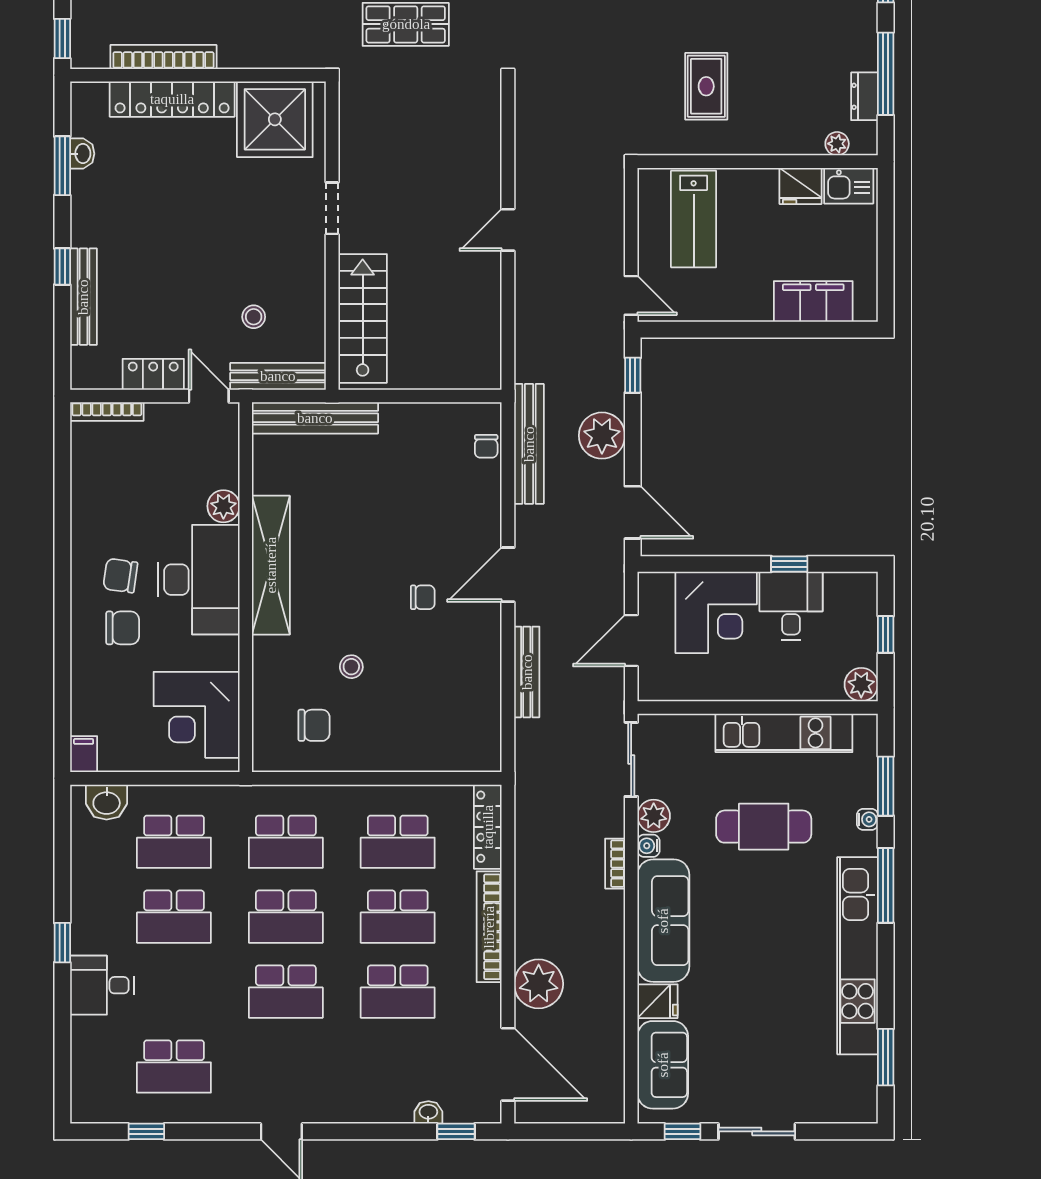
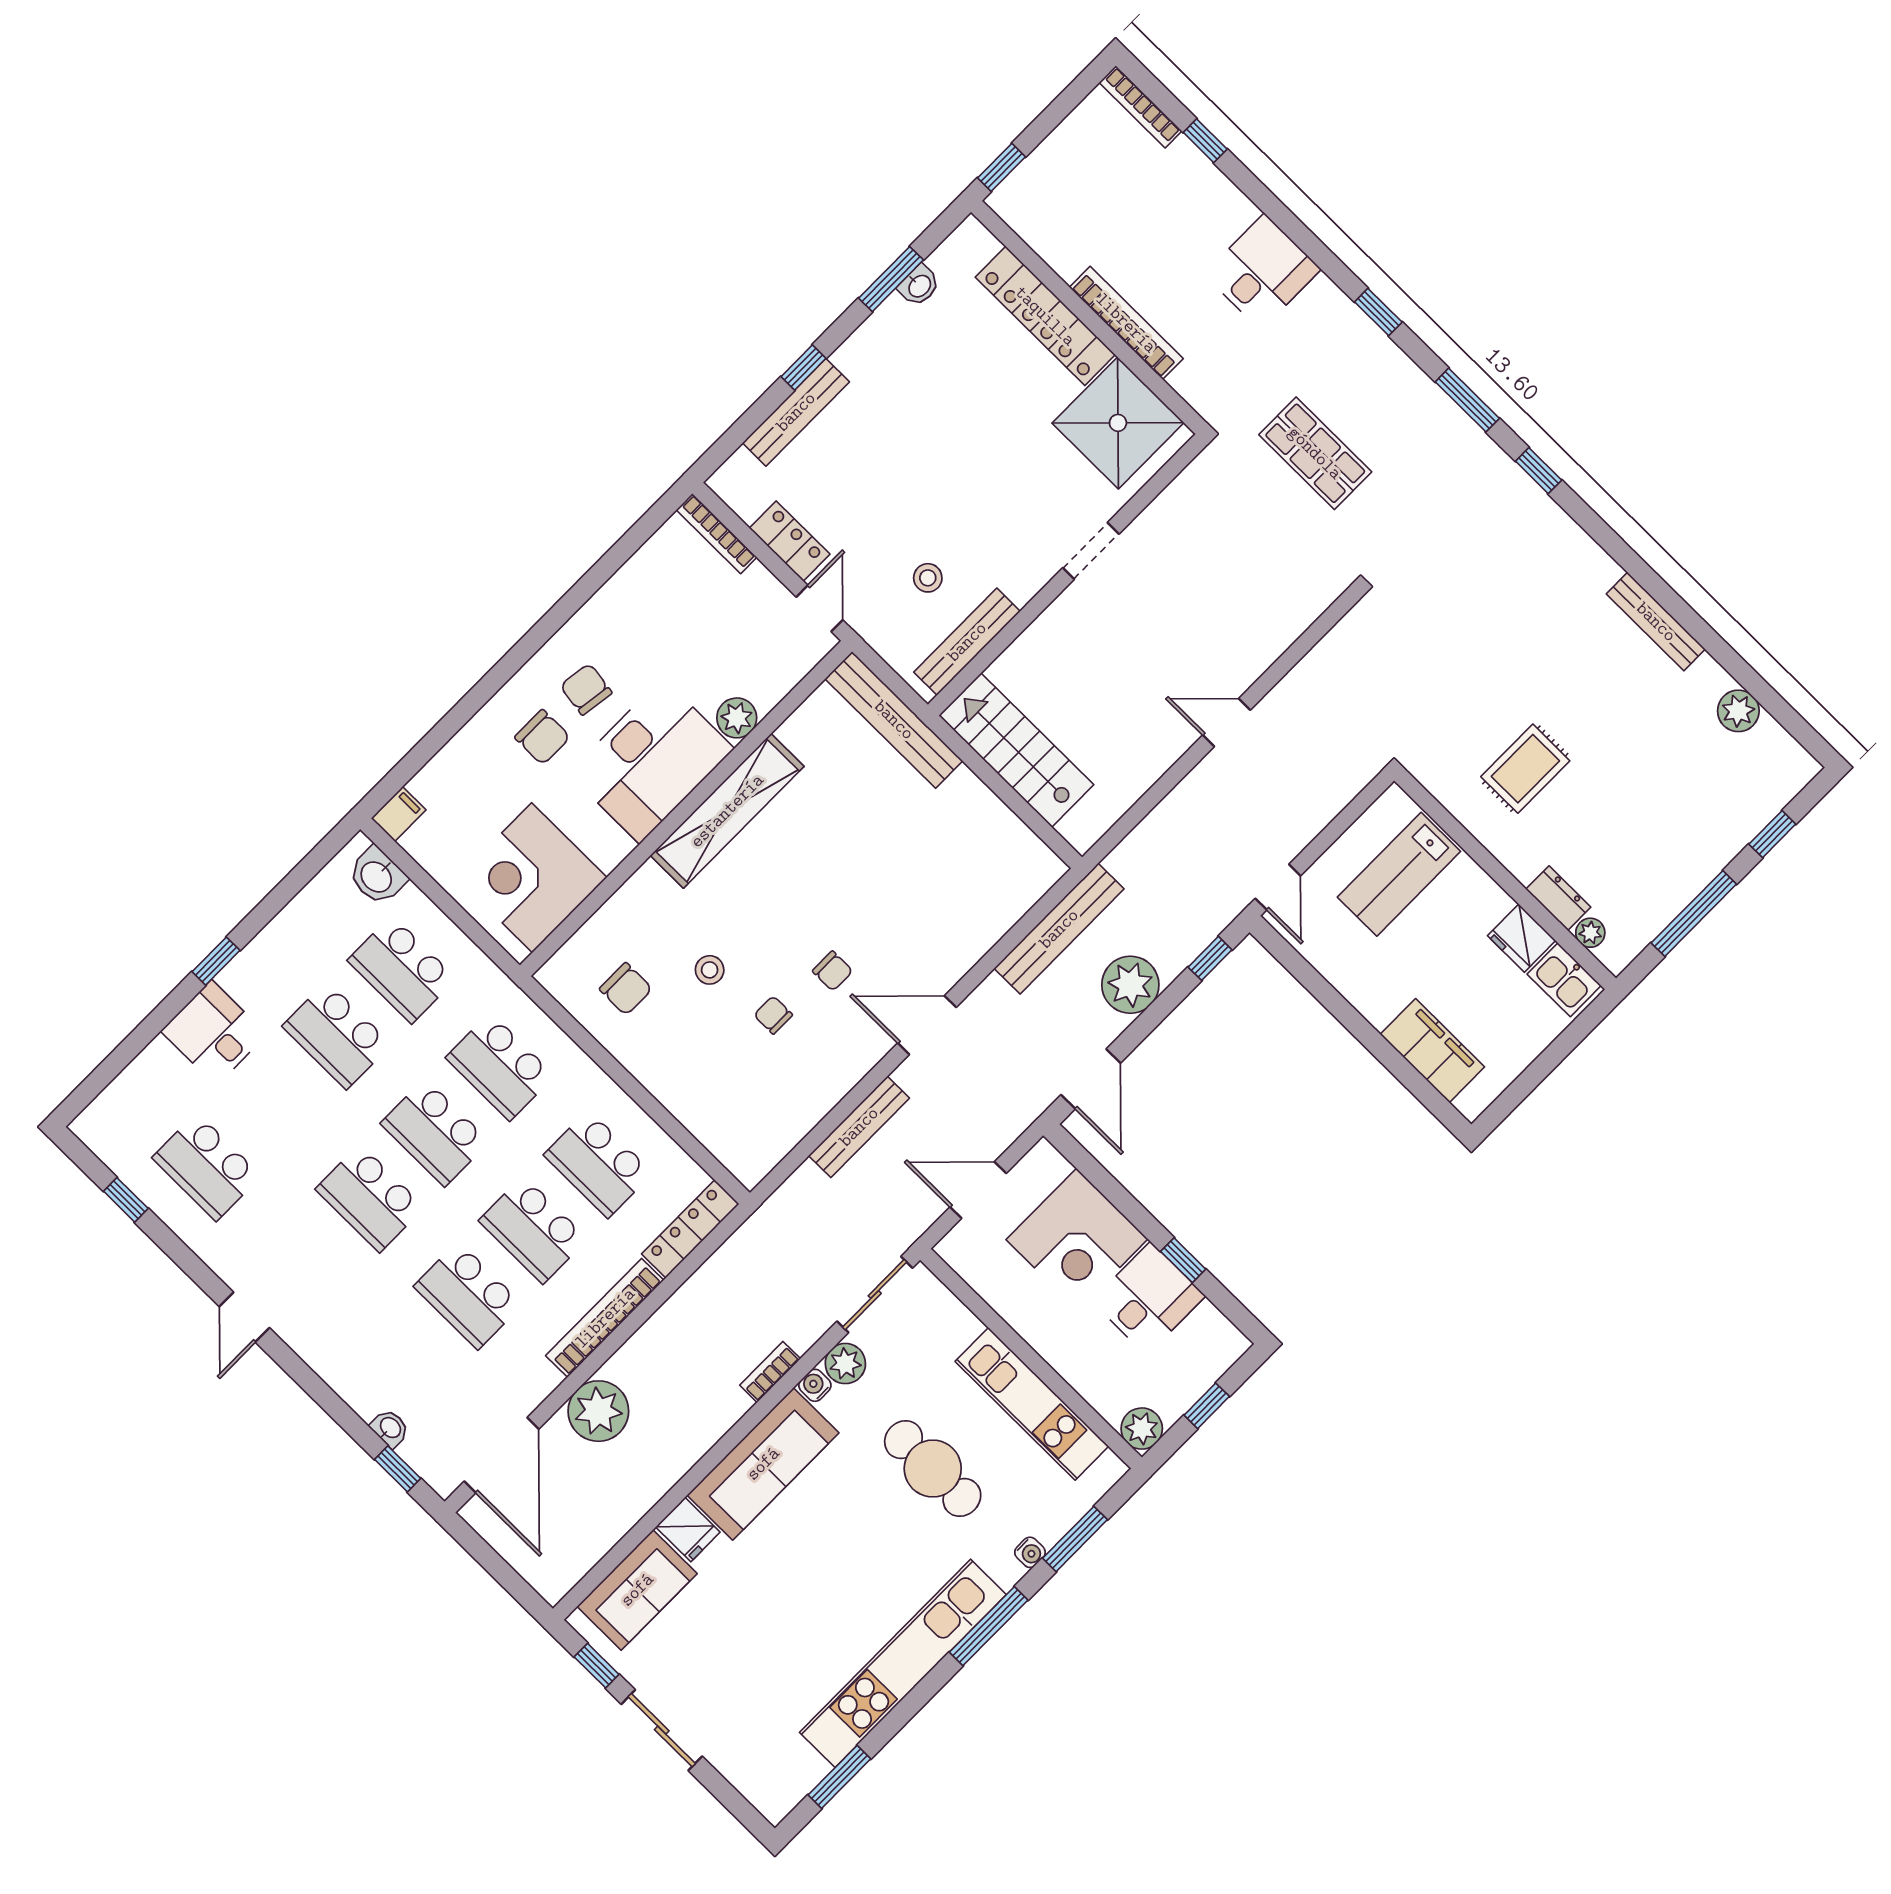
bookcase: (163, 57) -> (1126, 323), moved
dresser: (864, 96) -> (1558, 898), moved, turned 90
stairs: (363, 318) -> (1016, 750), moved, turned -90
bench: (278, 376) -> (967, 642), moved, turned 90
chair: (486, 446) -> (773, 1015), moved, turned 90

